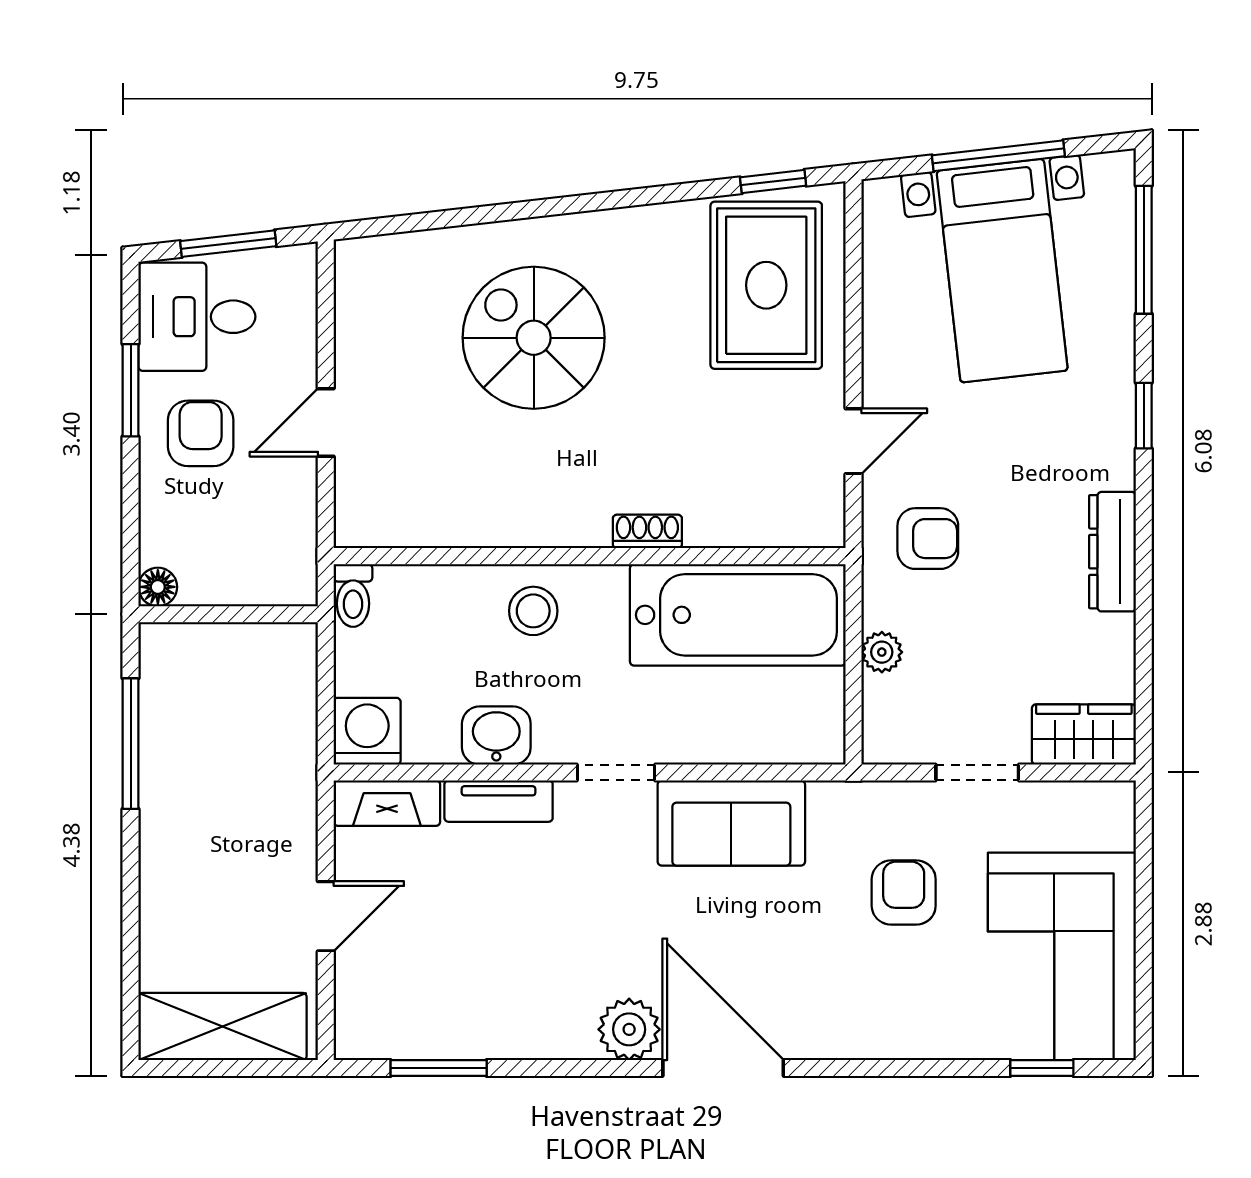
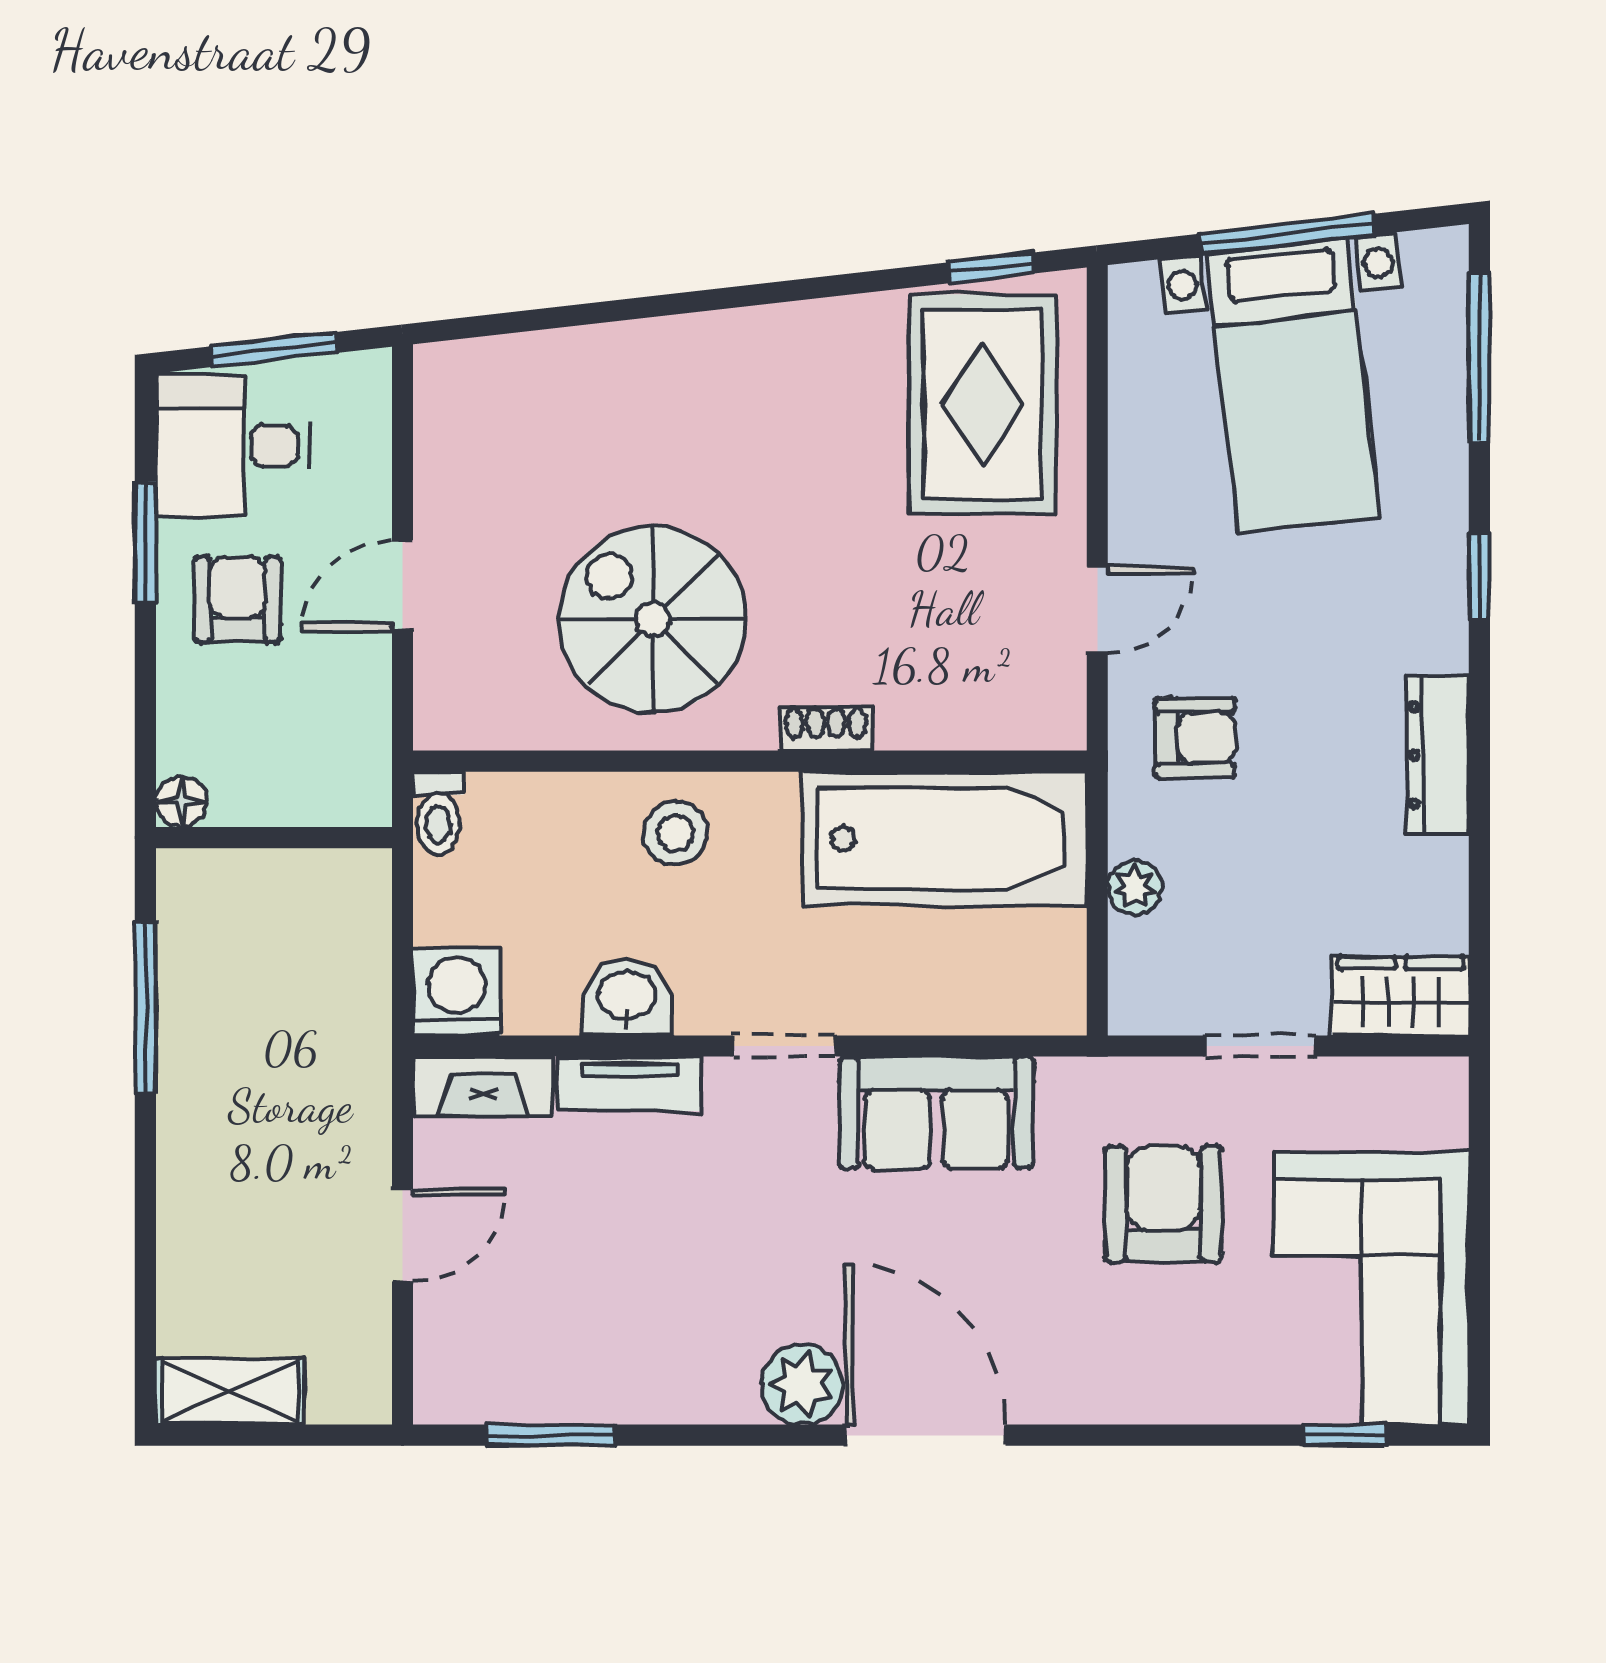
spiral stairs: (534, 338) -> (653, 619), moved
armchair: (904, 892) -> (1163, 1204), width x1.38, depth x1.38
shelving: (223, 1026) -> (230, 1391), width x0.67, depth x0.75

